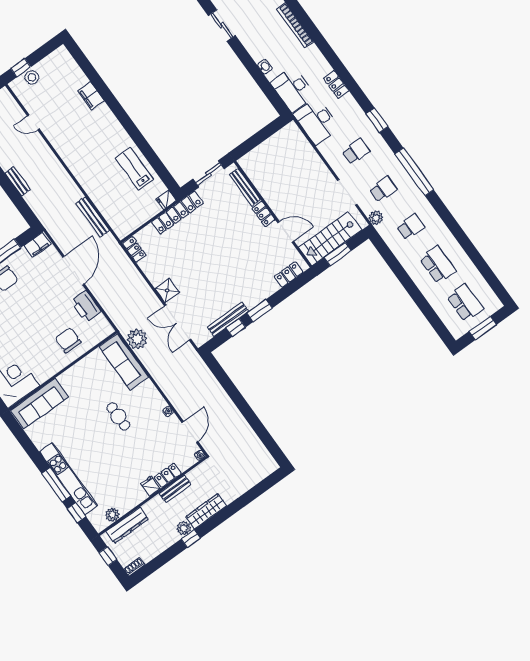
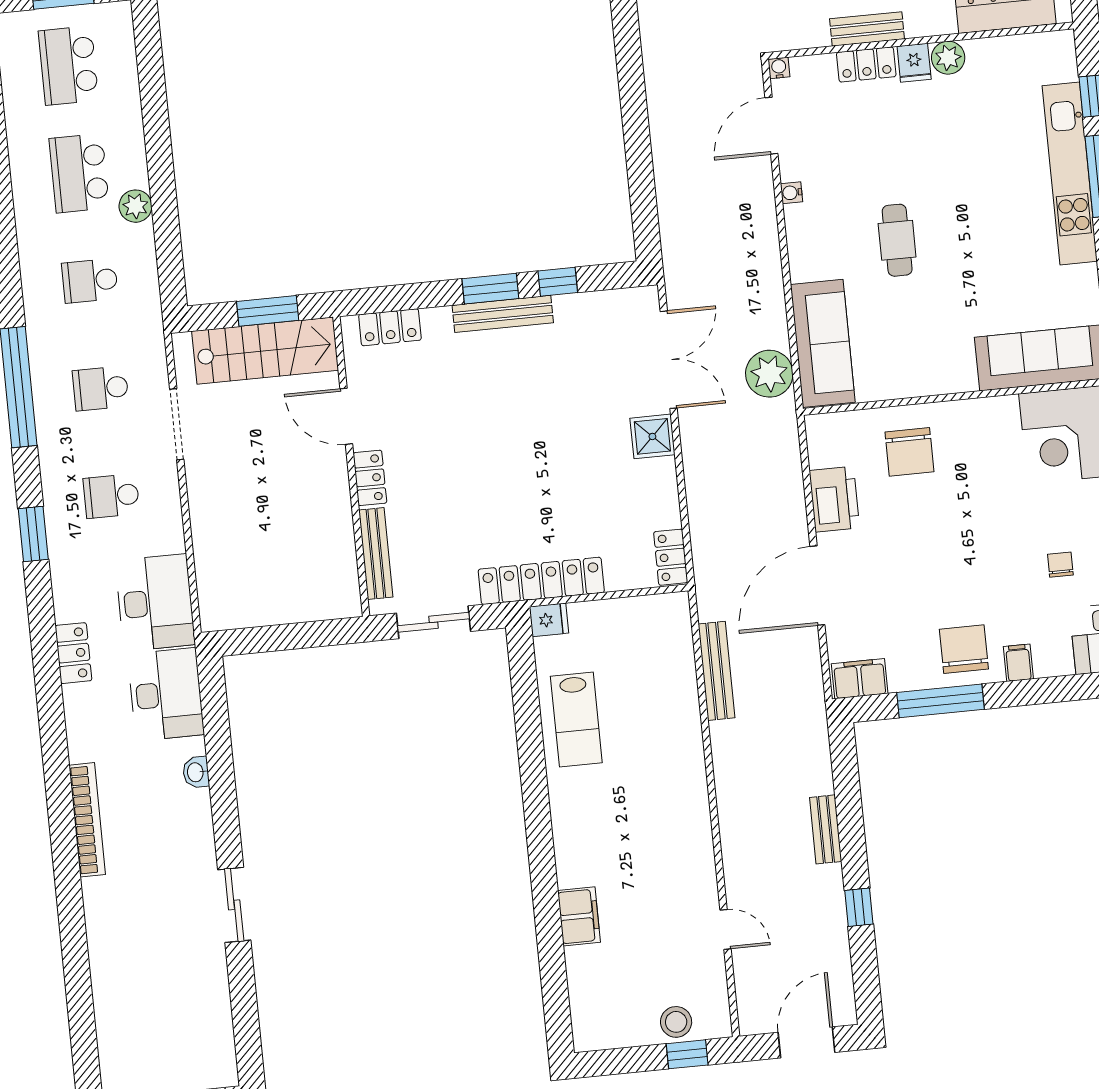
plant: (376, 218) -> (135, 206), moved
bench: (228, 319) -> (503, 314), moved
plant: (112, 515) -> (948, 58), moved

